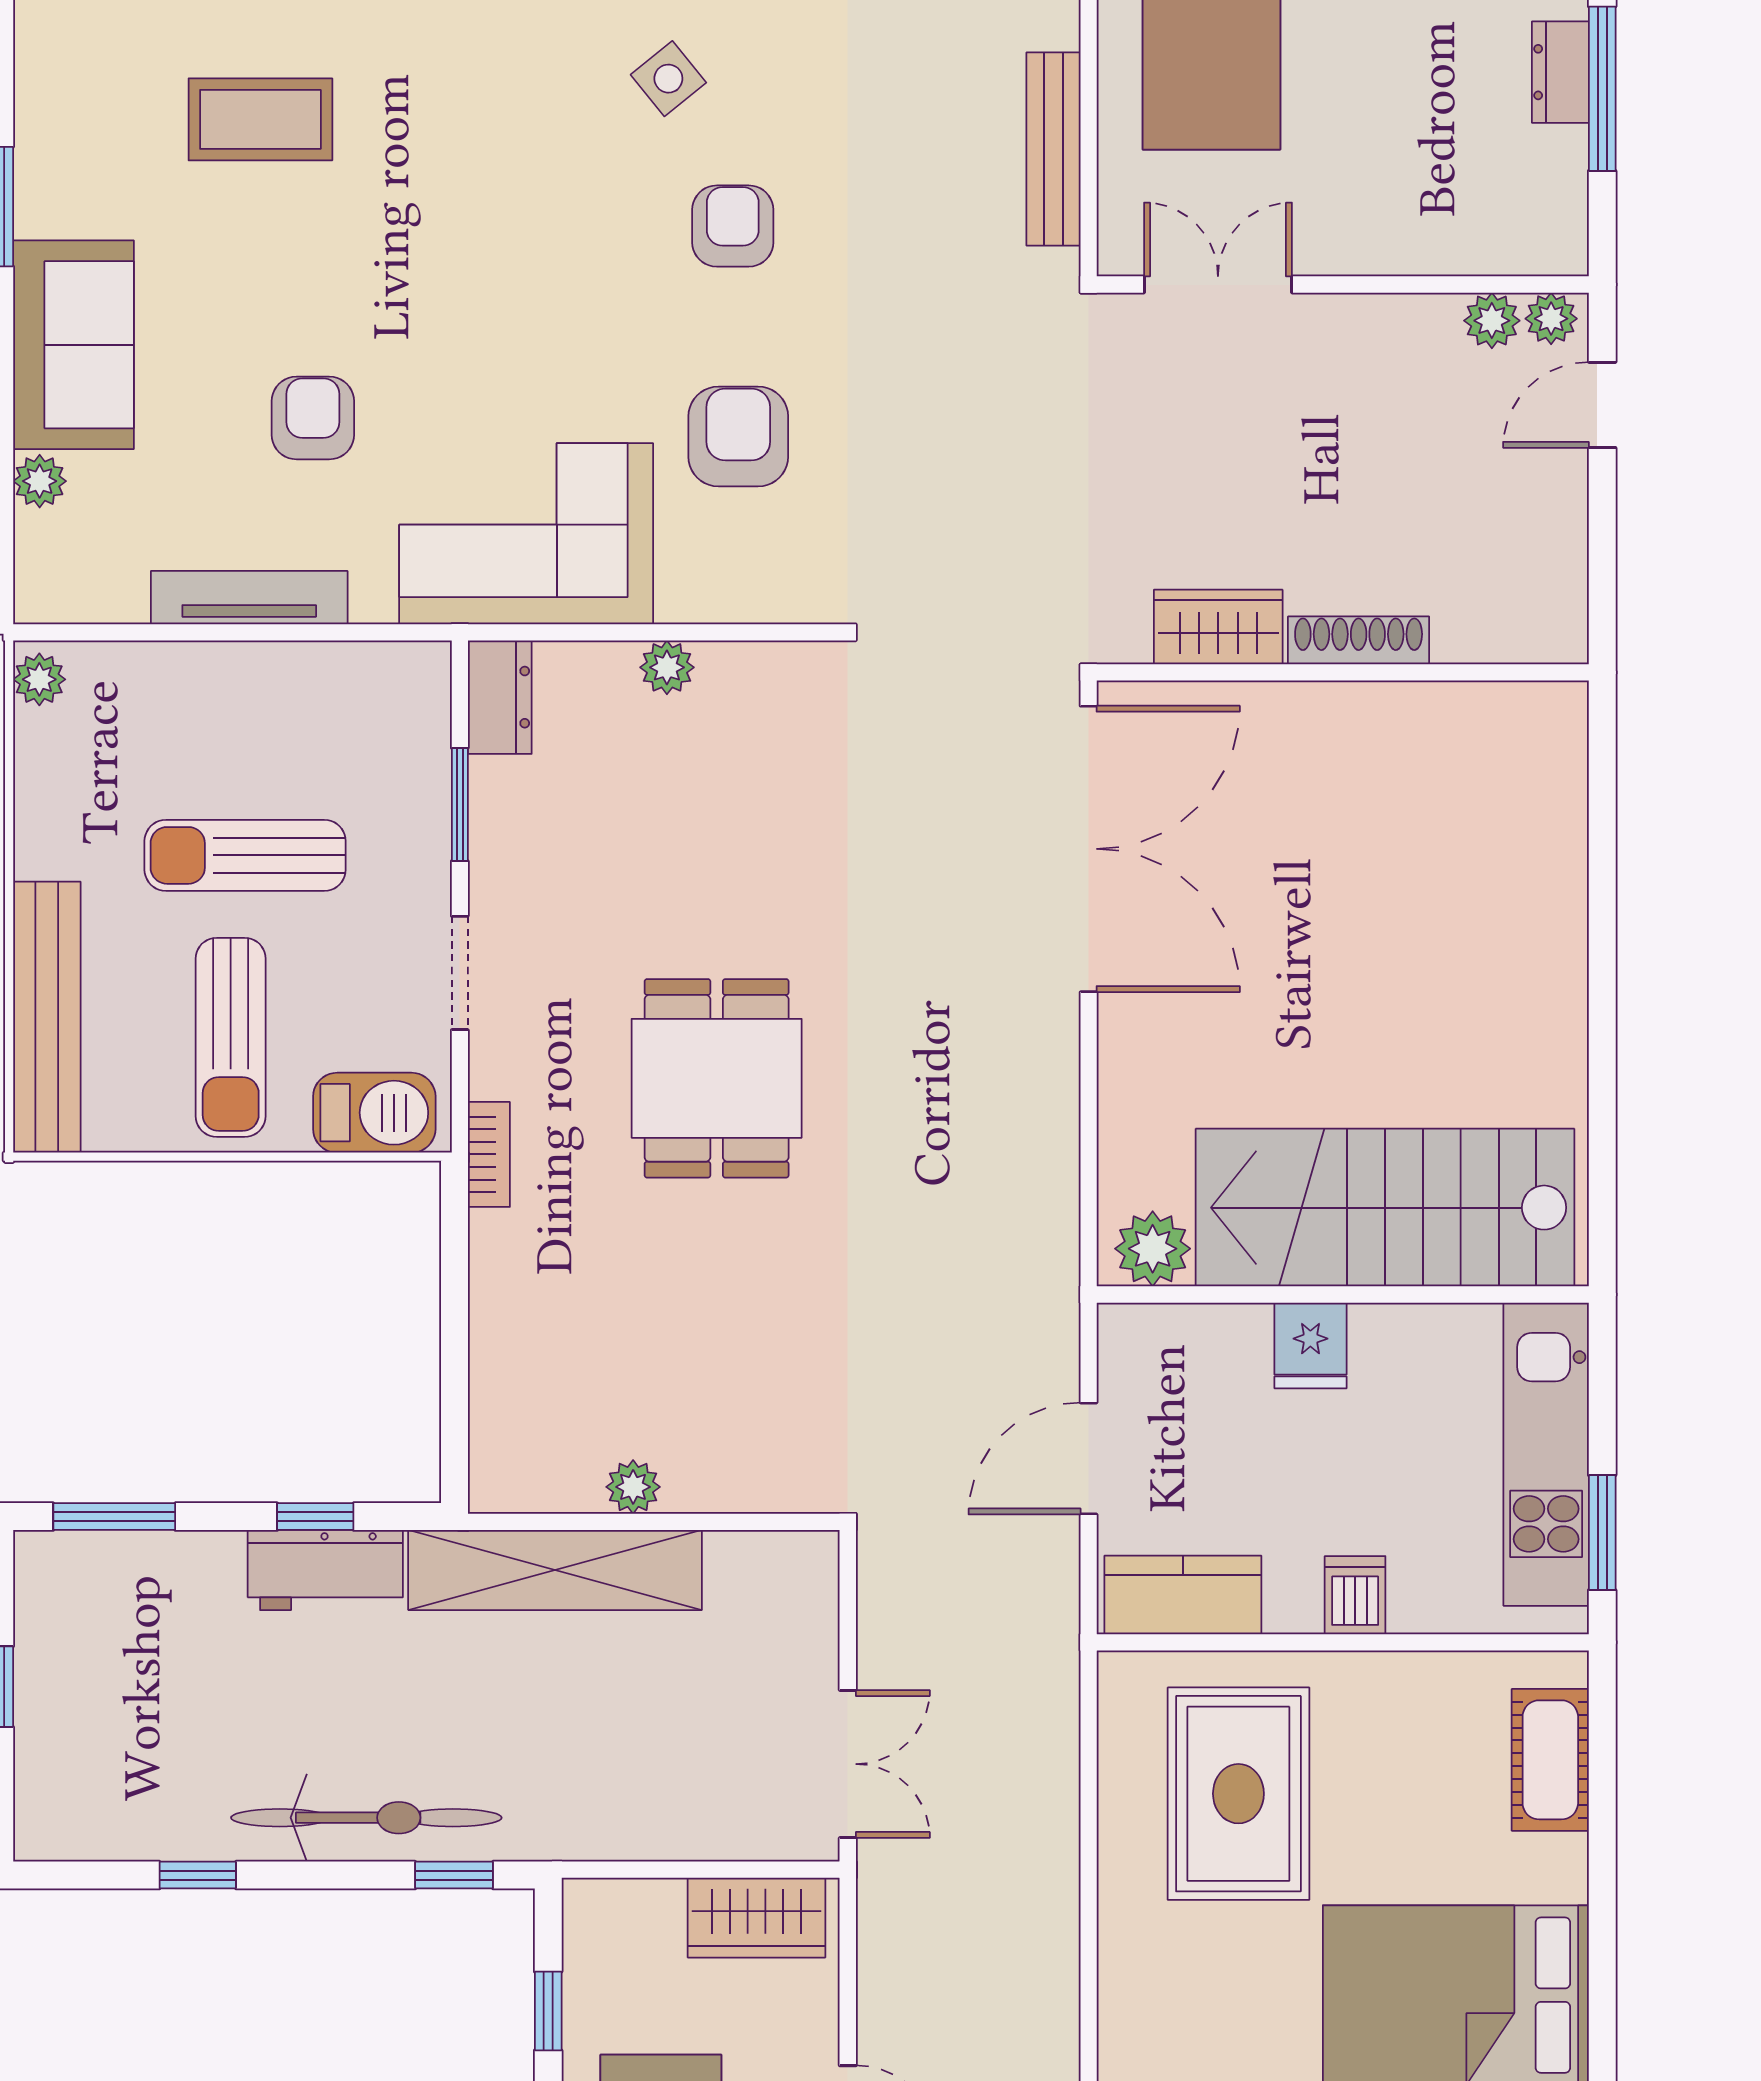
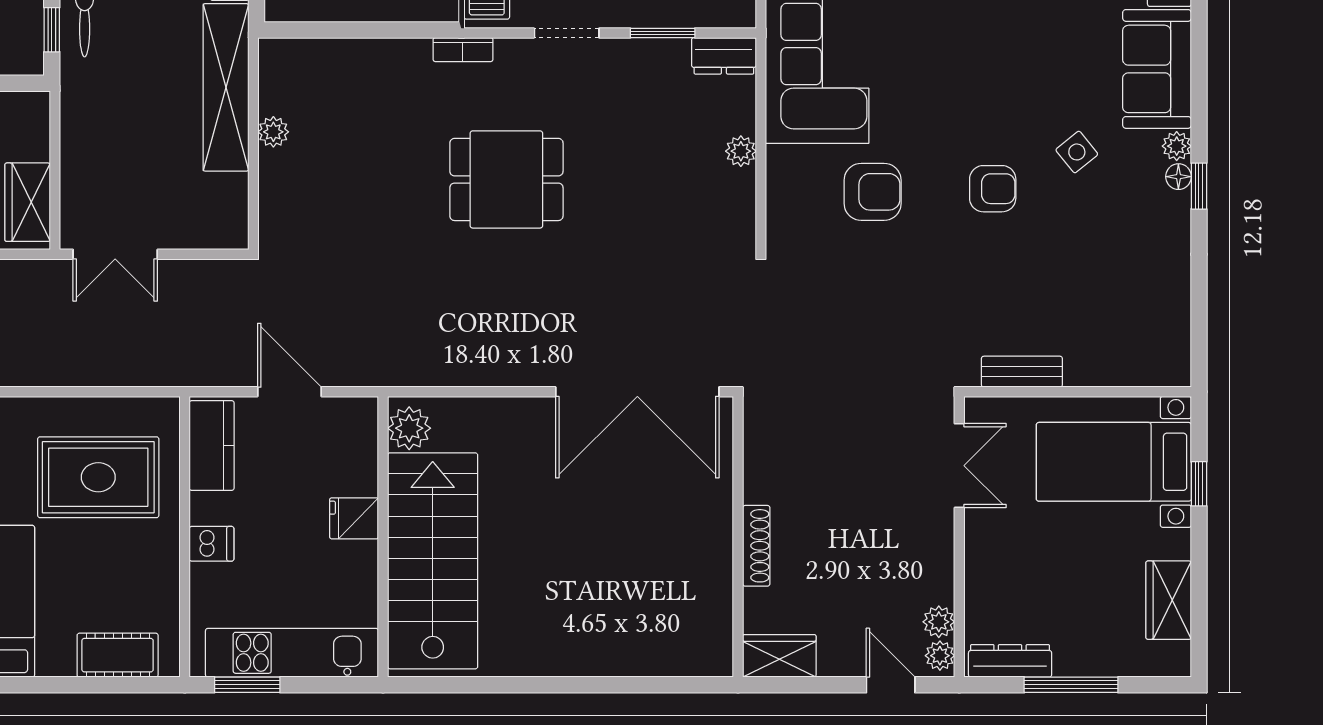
dresser: (1560, 72) -> (1010, 661), moved, width x1.44
bench: (1053, 149) -> (1022, 372), width x0.73
wardrobe: (1218, 627) -> (779, 656), moved, turned -90

